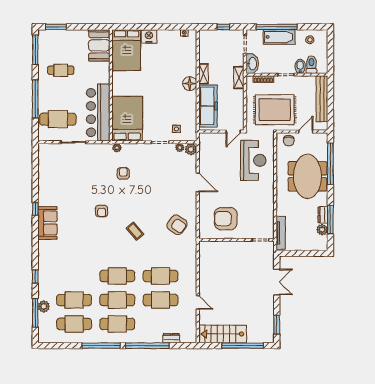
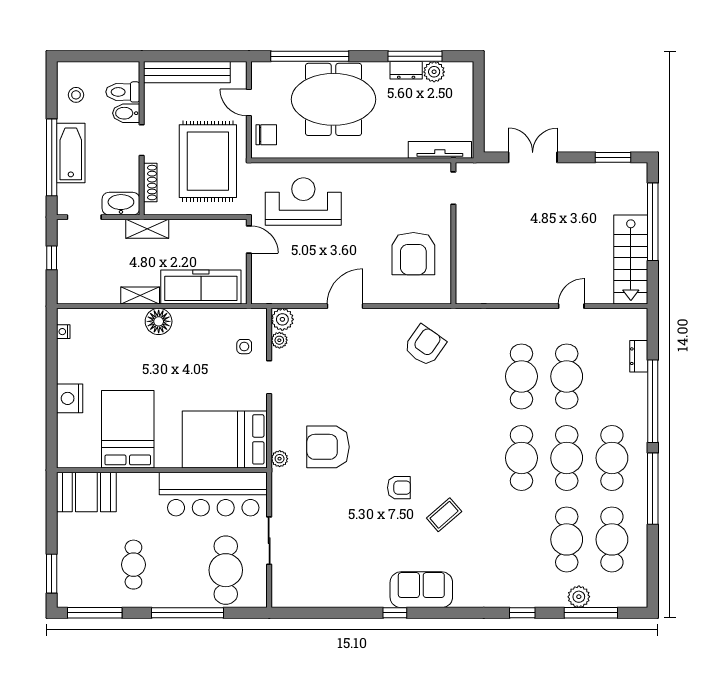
bed: (127, 50) -> (128, 429), moved, turned -90
armchair: (123, 173) -> (328, 447), width x1.88, depth x1.88
coffee table: (135, 231) -> (444, 515), moved

